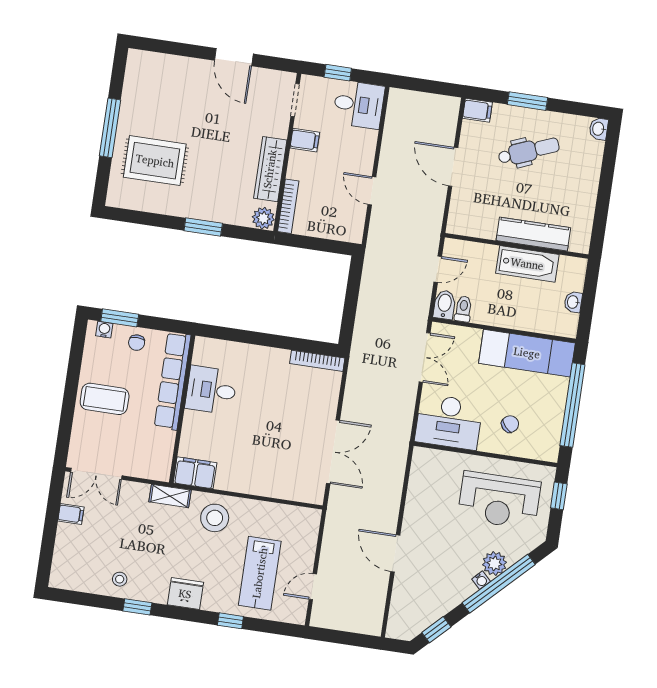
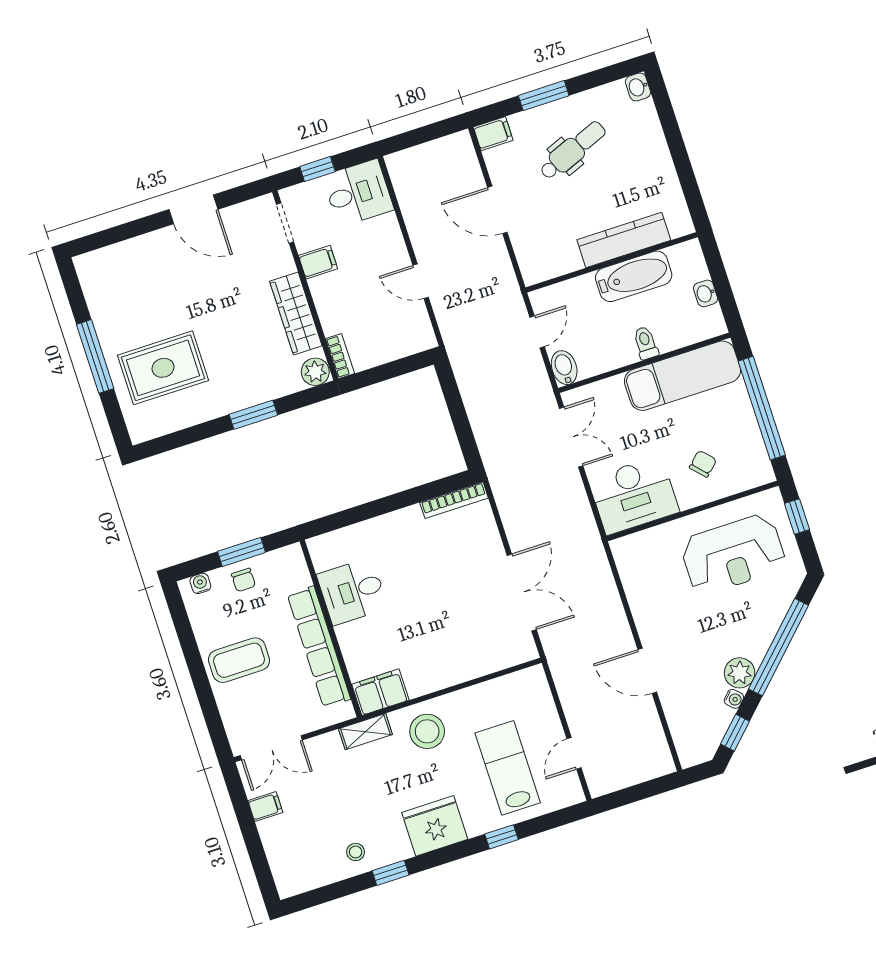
bookcase: (288, 206) -> (340, 356), width x0.64
toilet: (463, 309) -> (646, 343), moved
window: (120, 318) -> (241, 552), moved
row of seats: (173, 381) -> (319, 647), moved
plant: (494, 563) -> (740, 673), moved
lab bench: (260, 573) -> (508, 768), turned 180
water cooler: (481, 580) -> (734, 699), moved
fridge: (185, 594) -> (435, 826), width x1.36, depth x1.34

